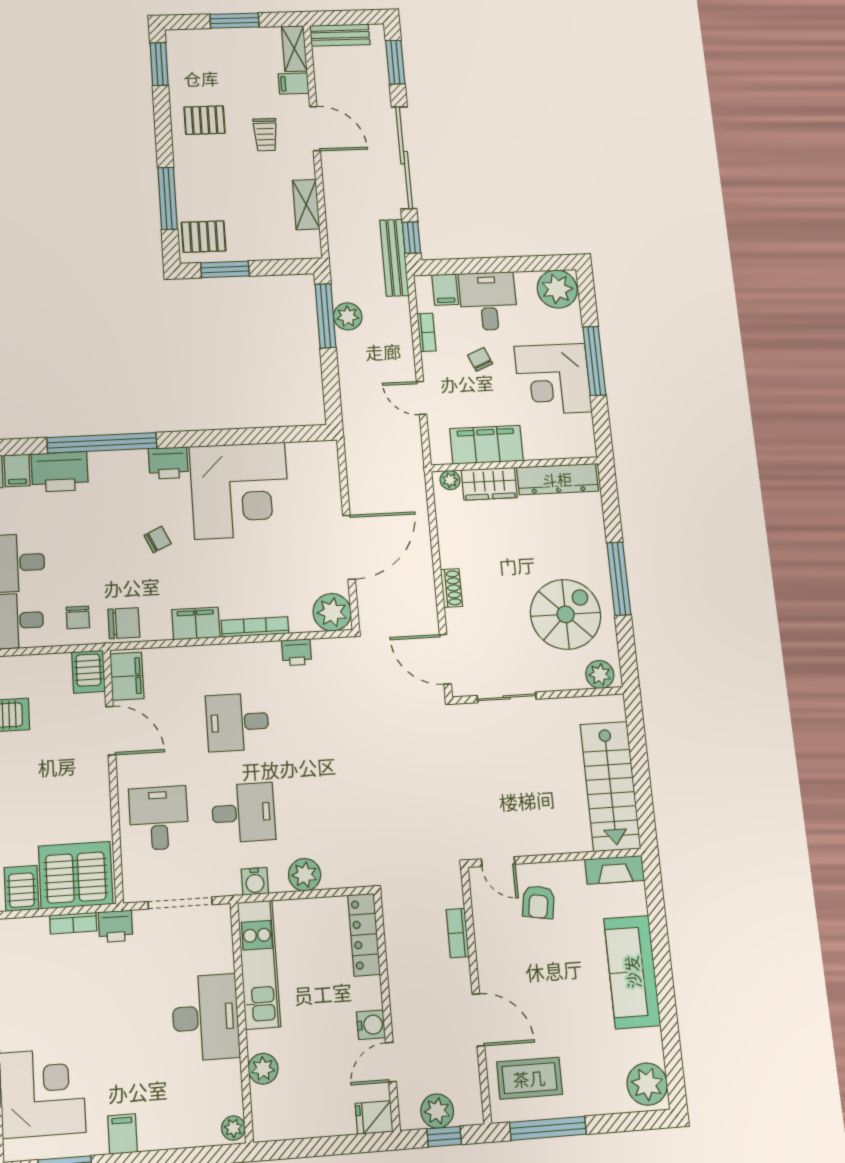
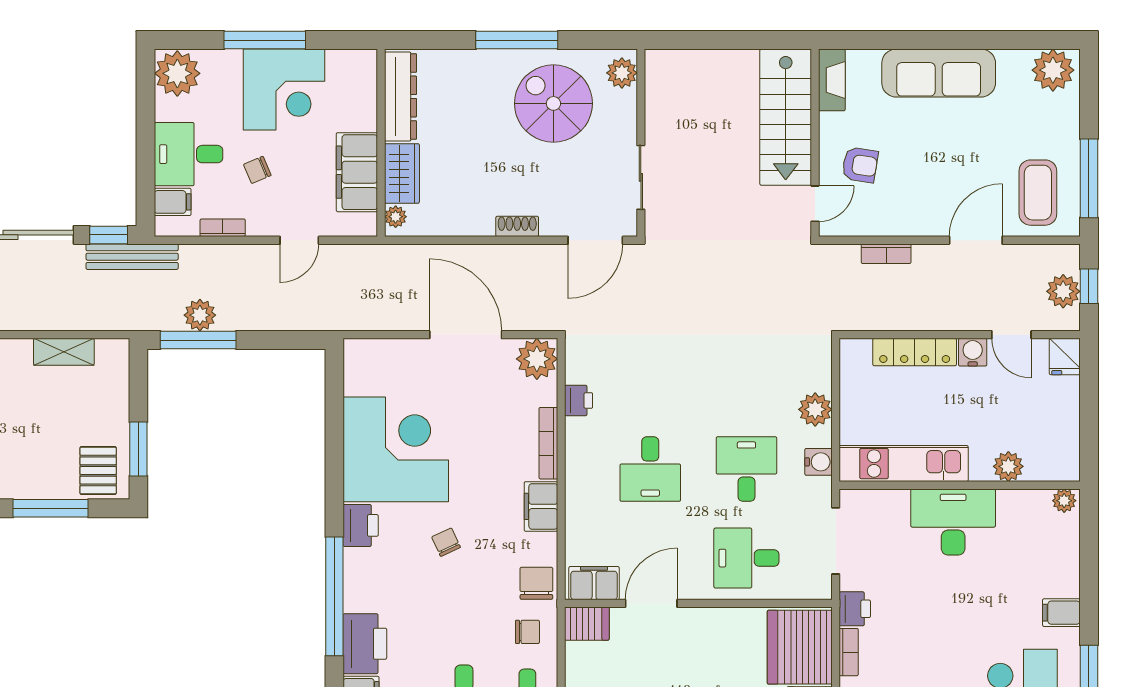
stairs: (610, 786) -> (786, 117), moved, turned 90
locker: (364, 935) -> (915, 352), moved

